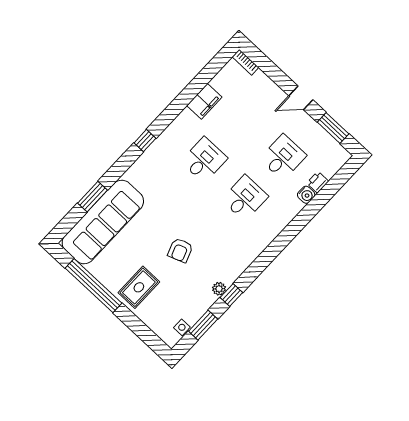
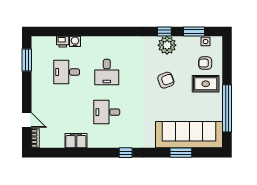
door: (301, 98) -> (27, 120), moved
desk: (245, 198) -> (107, 72), turned -90
plant: (219, 289) -> (167, 45), width x1.88, depth x1.88
armchair: (160, 306) -> (205, 63), added

